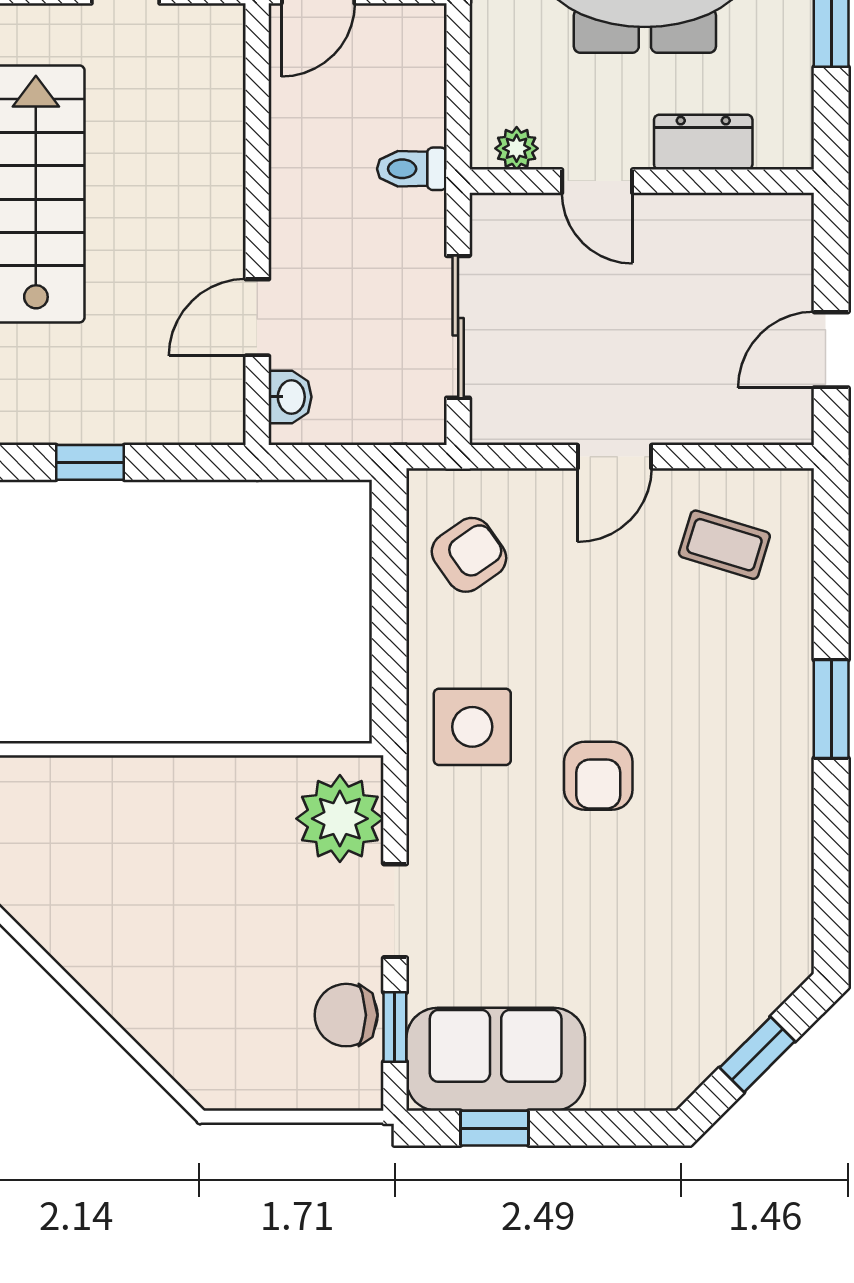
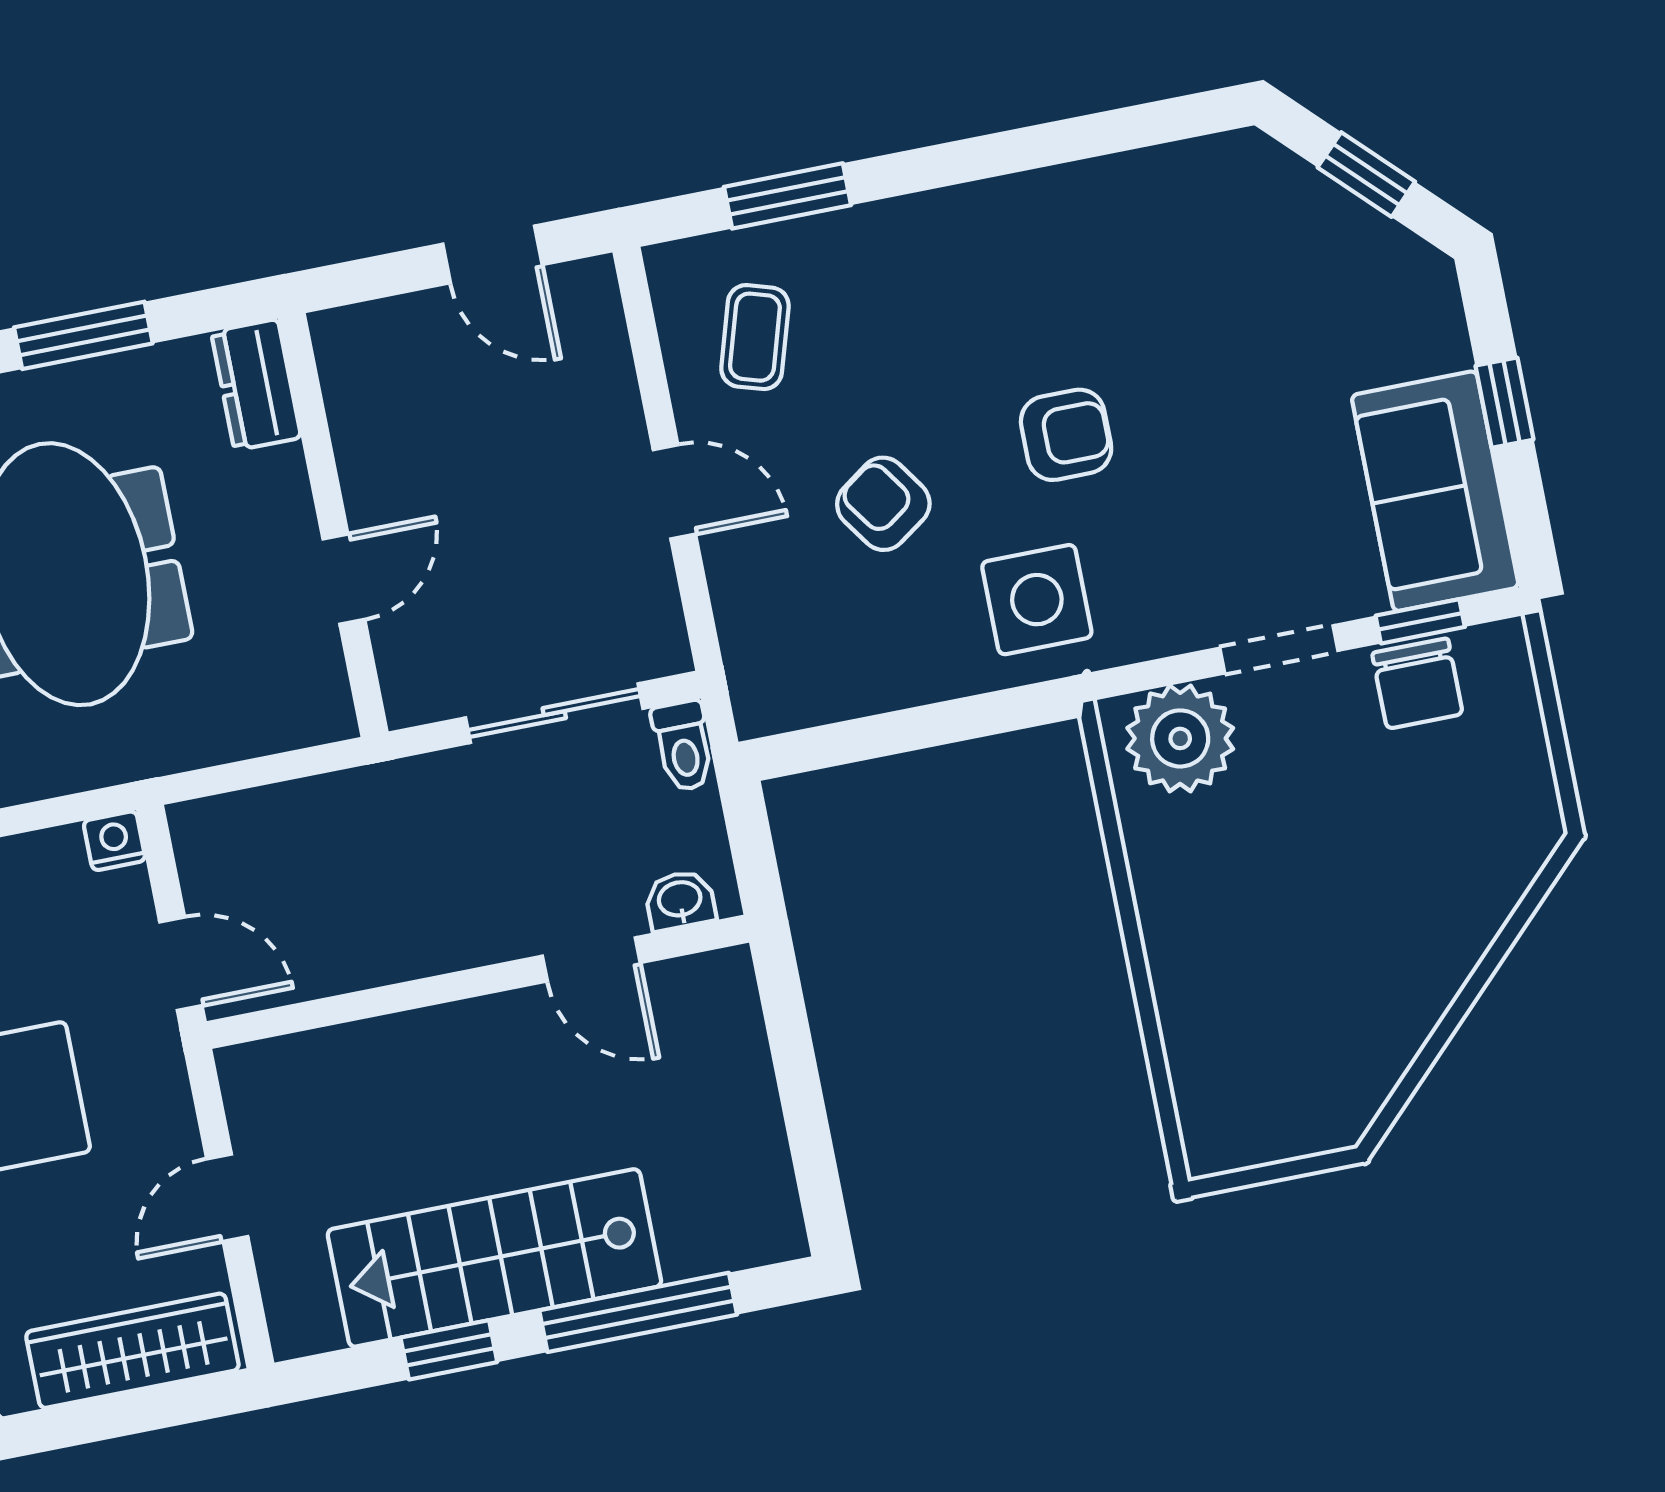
dresser: (703, 142) -> (256, 385), moved
plant: (517, 148) -> (323, 685), removed
toilet: (412, 169) -> (683, 746), moved
window: (90, 462) -> (808, 1128), removed
armchair: (469, 555) -> (883, 504), moved
window: (831, 709) -> (788, 196), moved
window: (495, 1128) -> (1504, 403), moved

